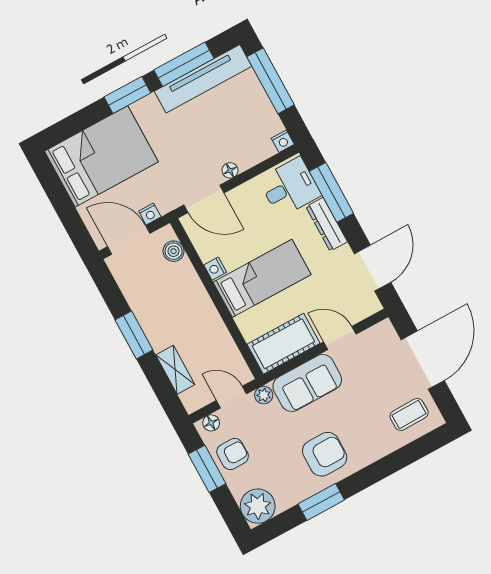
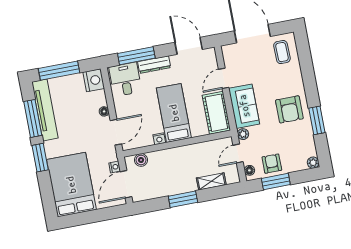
nightstand: (283, 141) -> (94, 80), width x1.89, depth x1.79
armchair: (325, 454) -> (289, 109), turned 180
plant: (258, 506) -> (313, 163), width x0.53, depth x0.53

